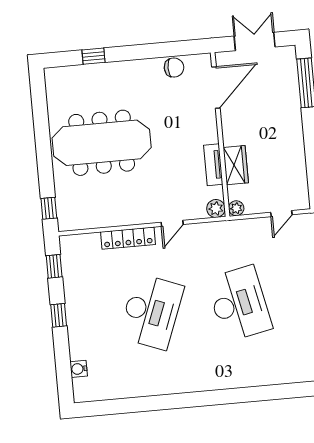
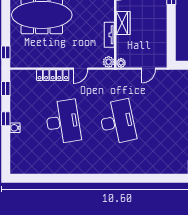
wardrobe: (236, 165) -> (123, 23), moved
desk: (151, 312) -> (63, 122), turned -30
water cooler: (79, 369) -> (15, 128), moved

